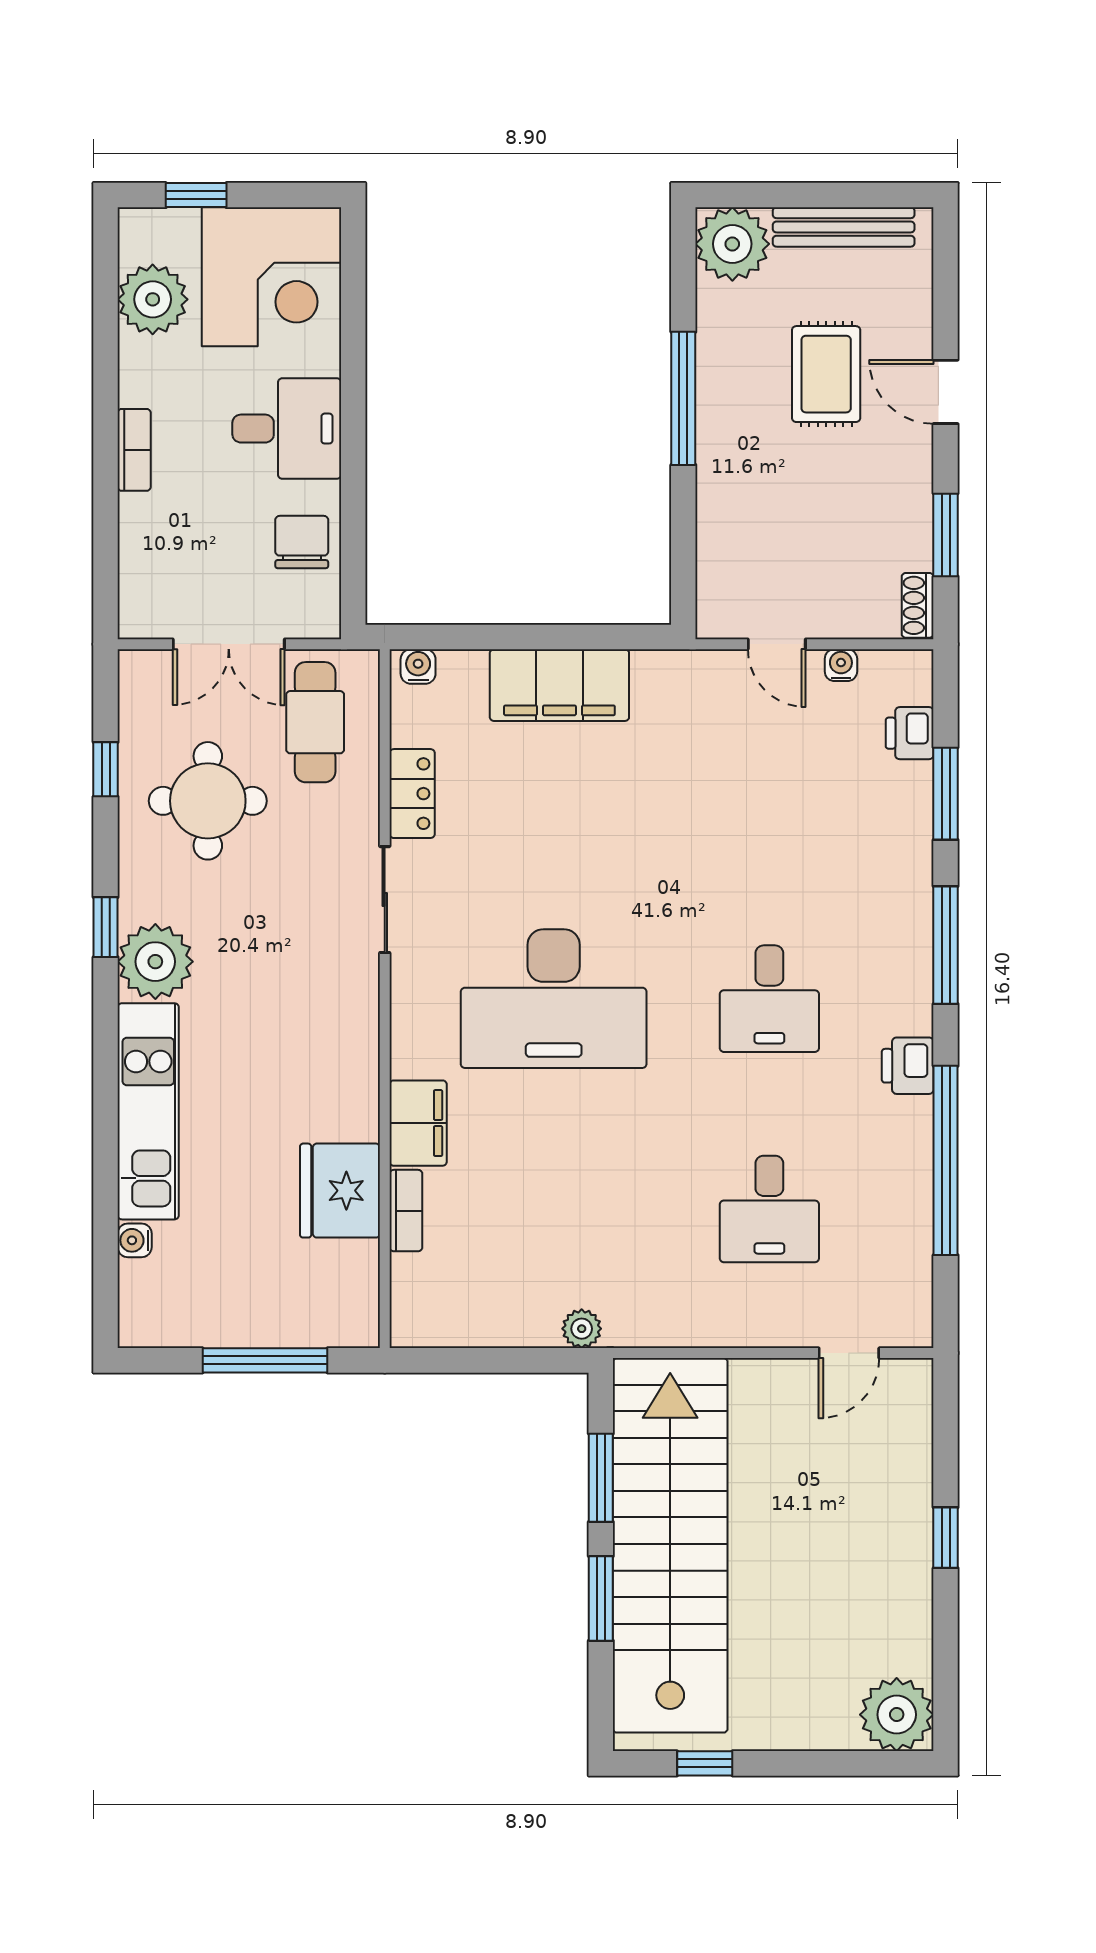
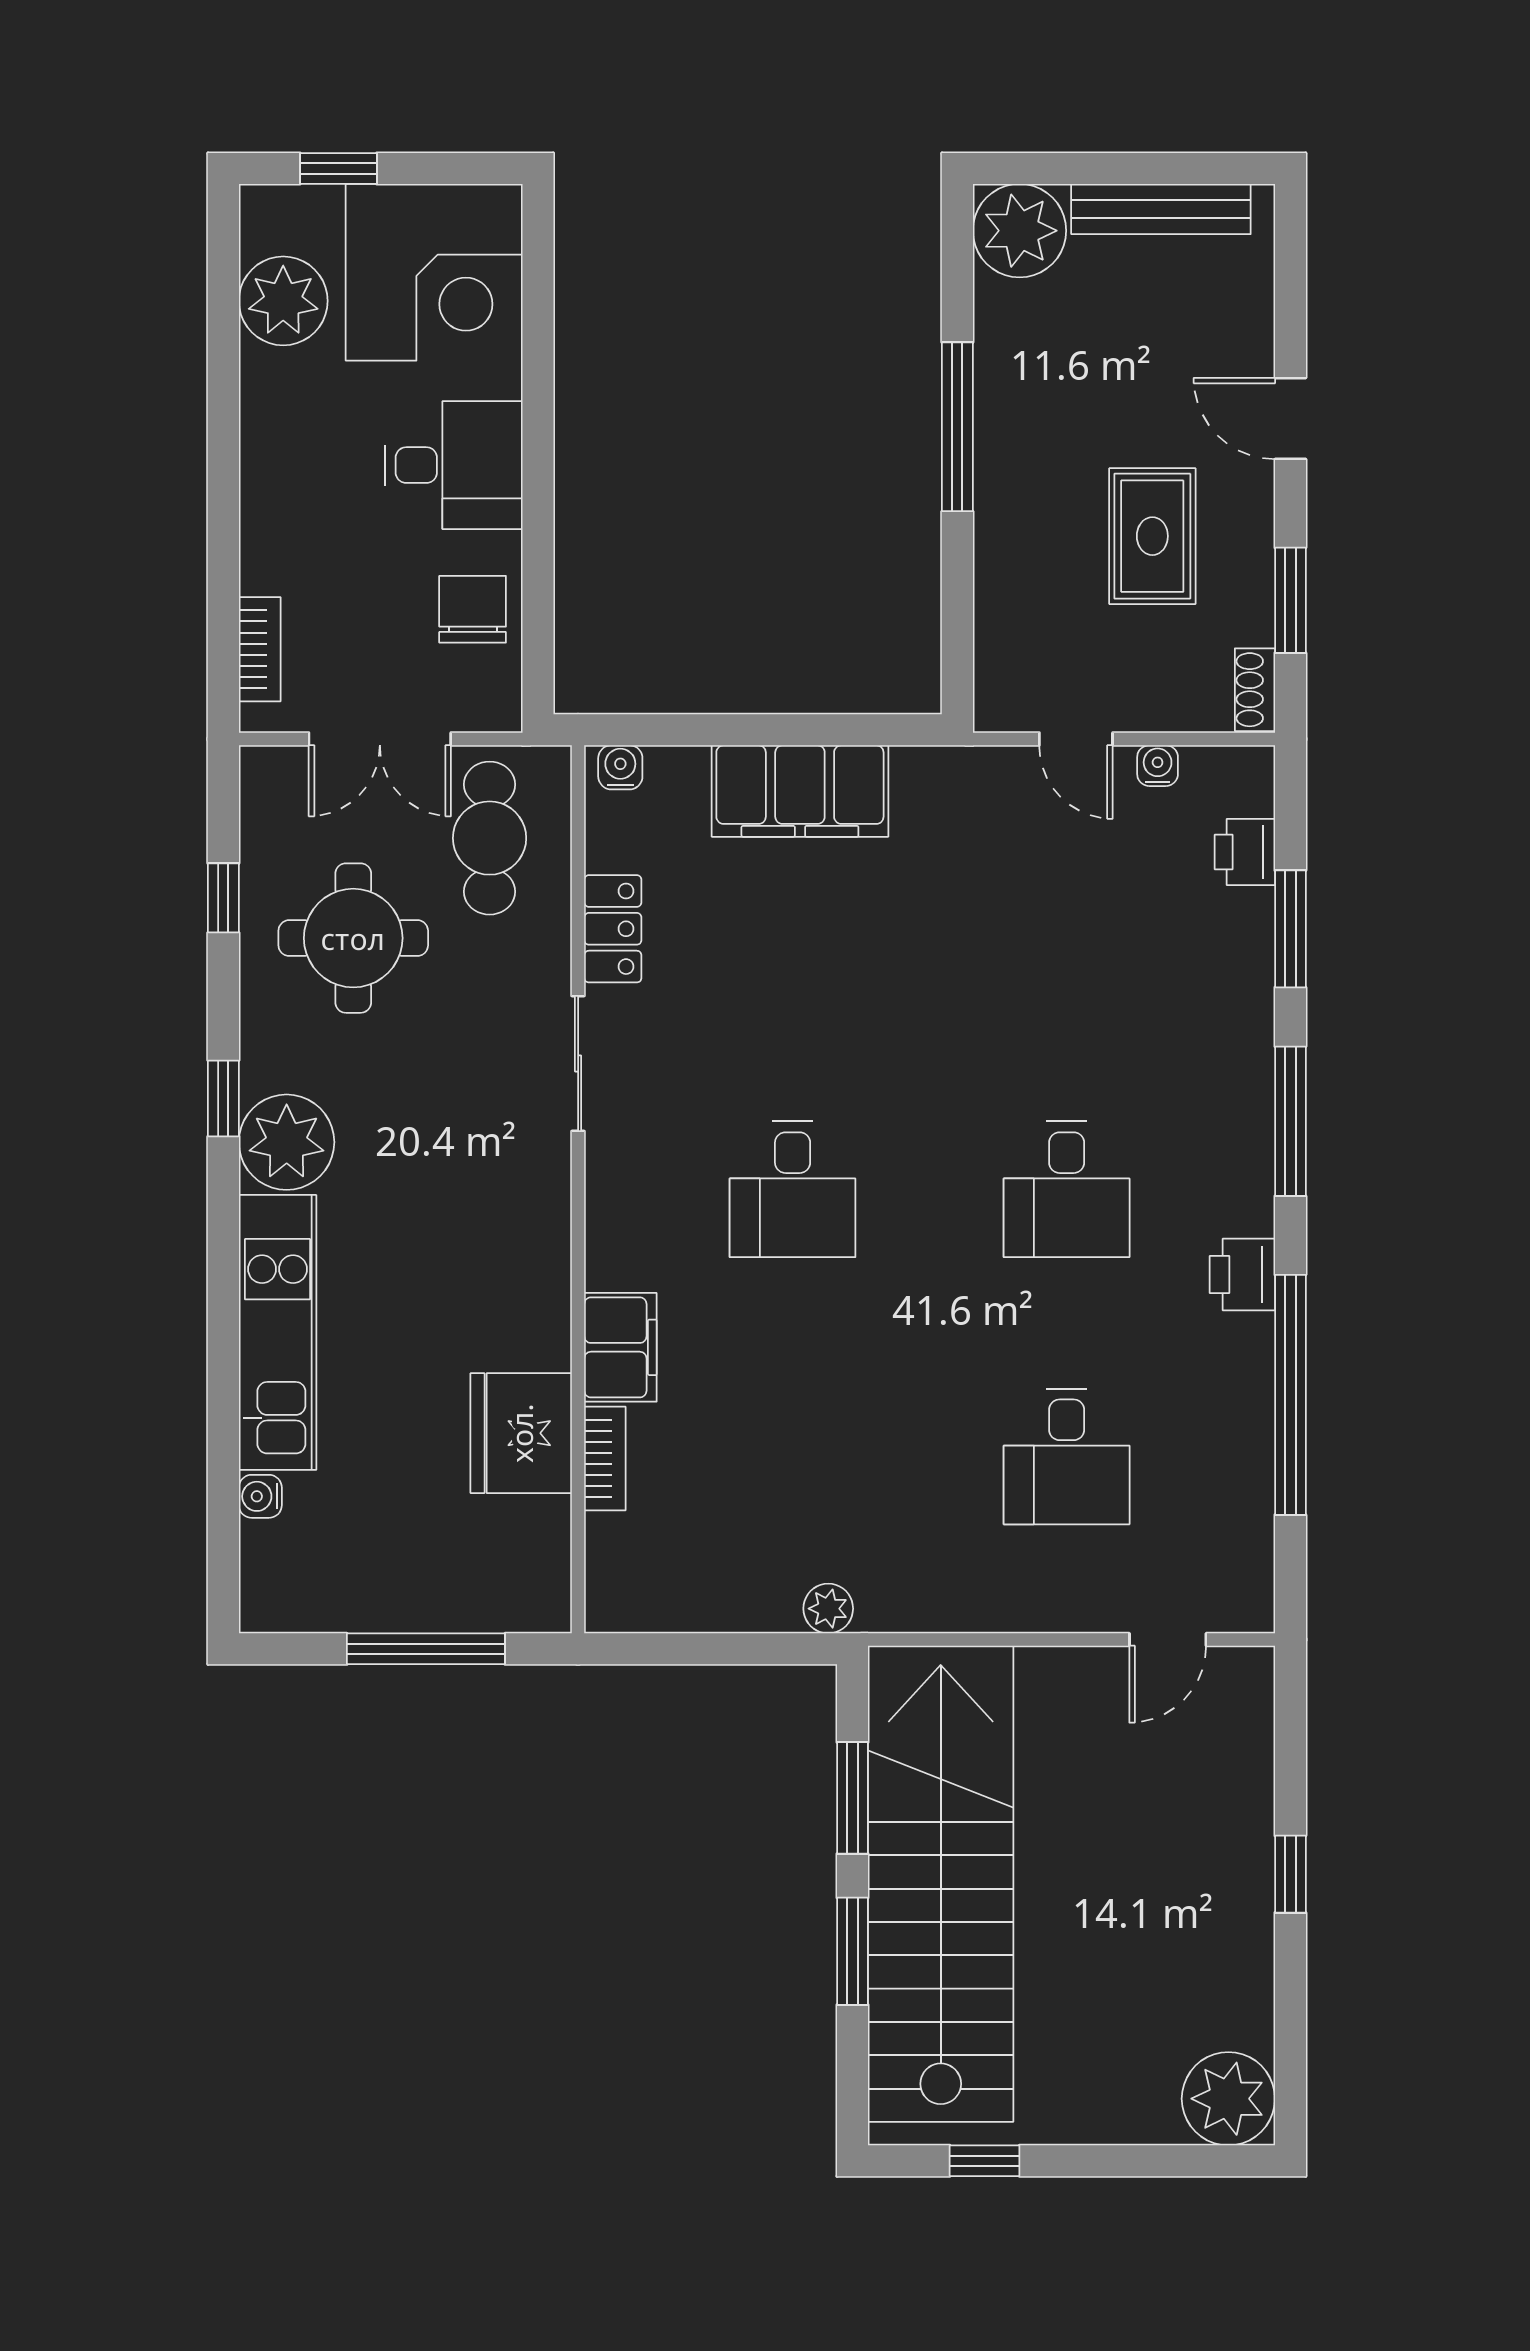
rug: (826, 374) -> (1152, 536), moved
bookcase: (134, 450) -> (260, 649), moved
desk: (554, 999) -> (793, 1189), width x0.53, depth x0.77

